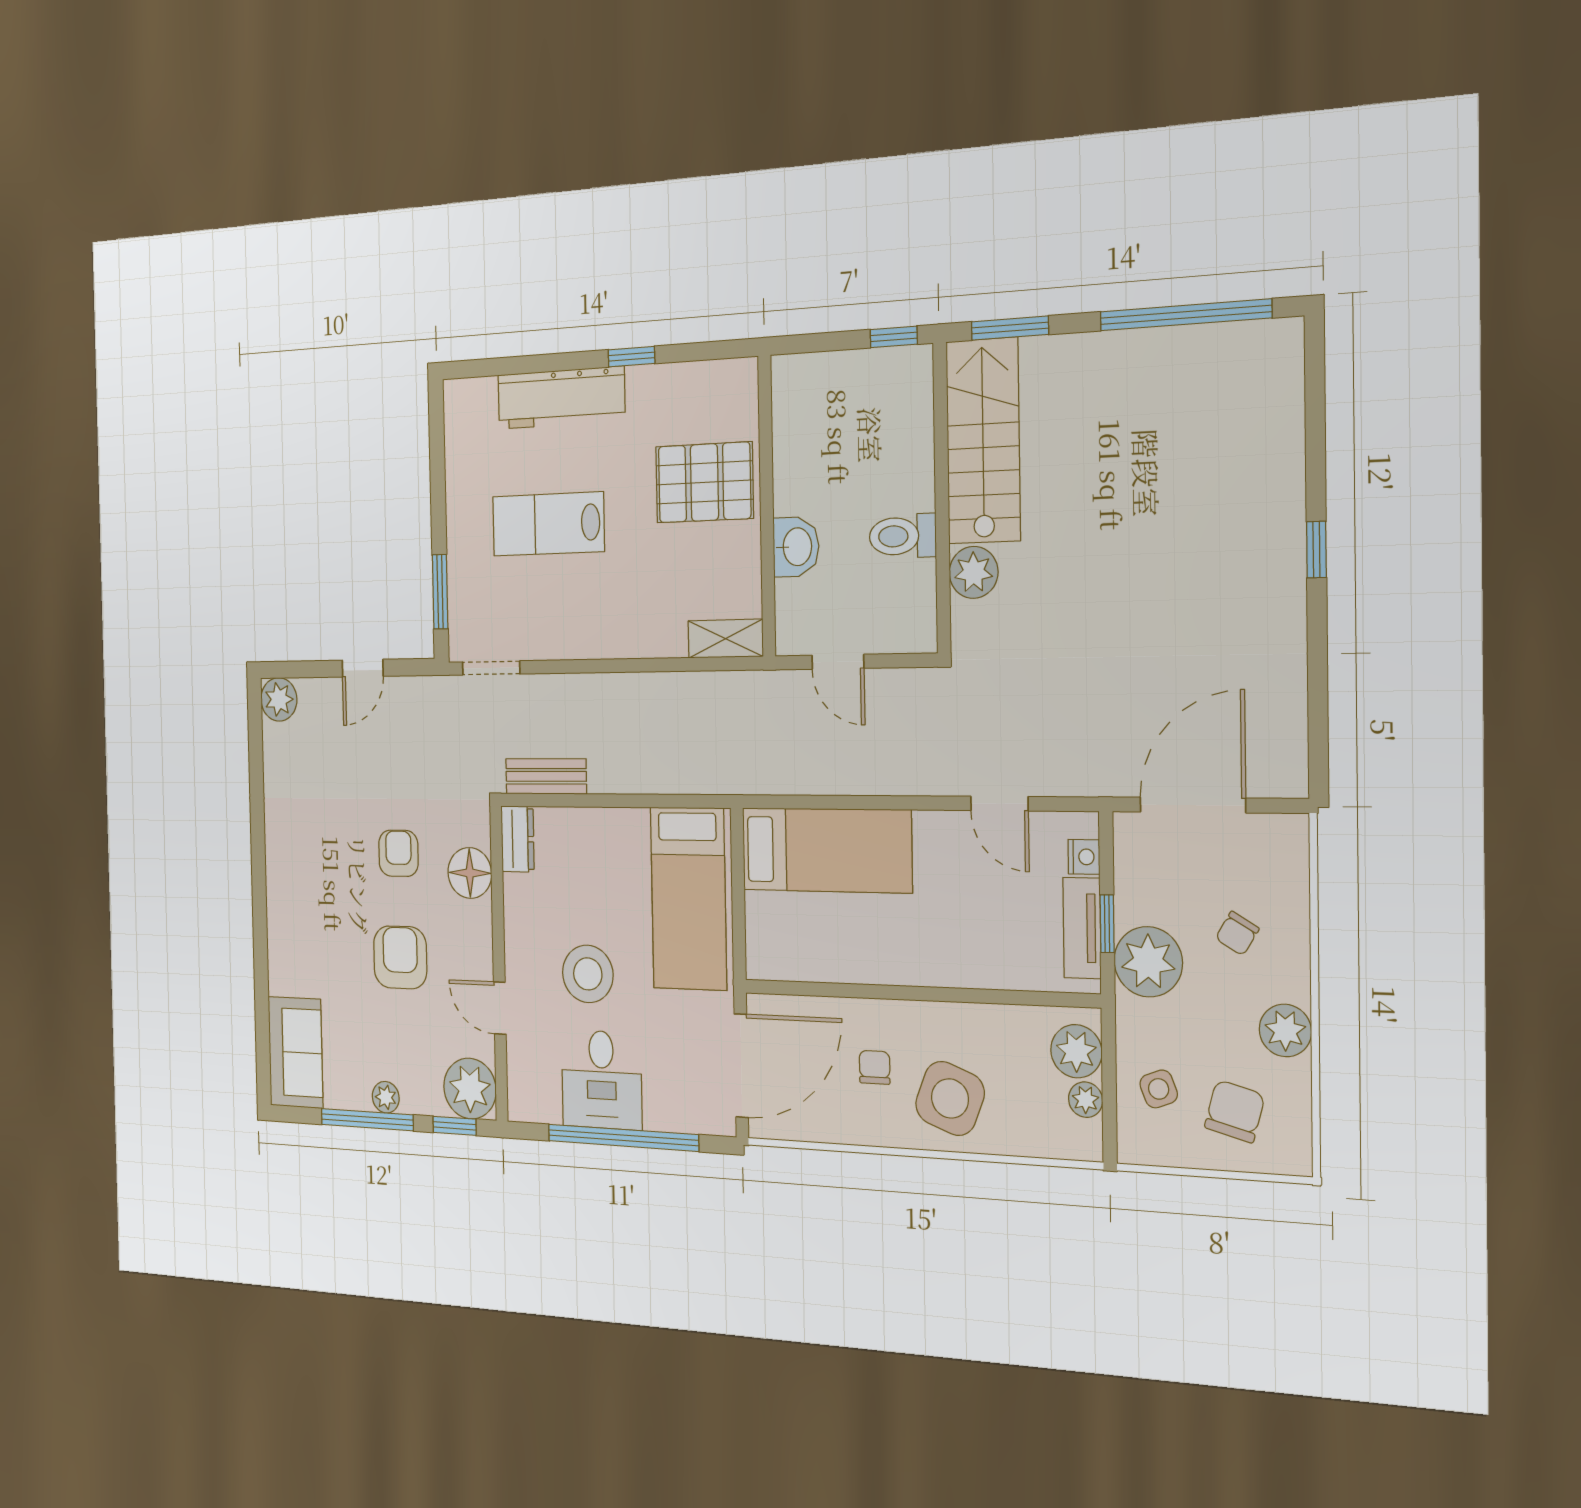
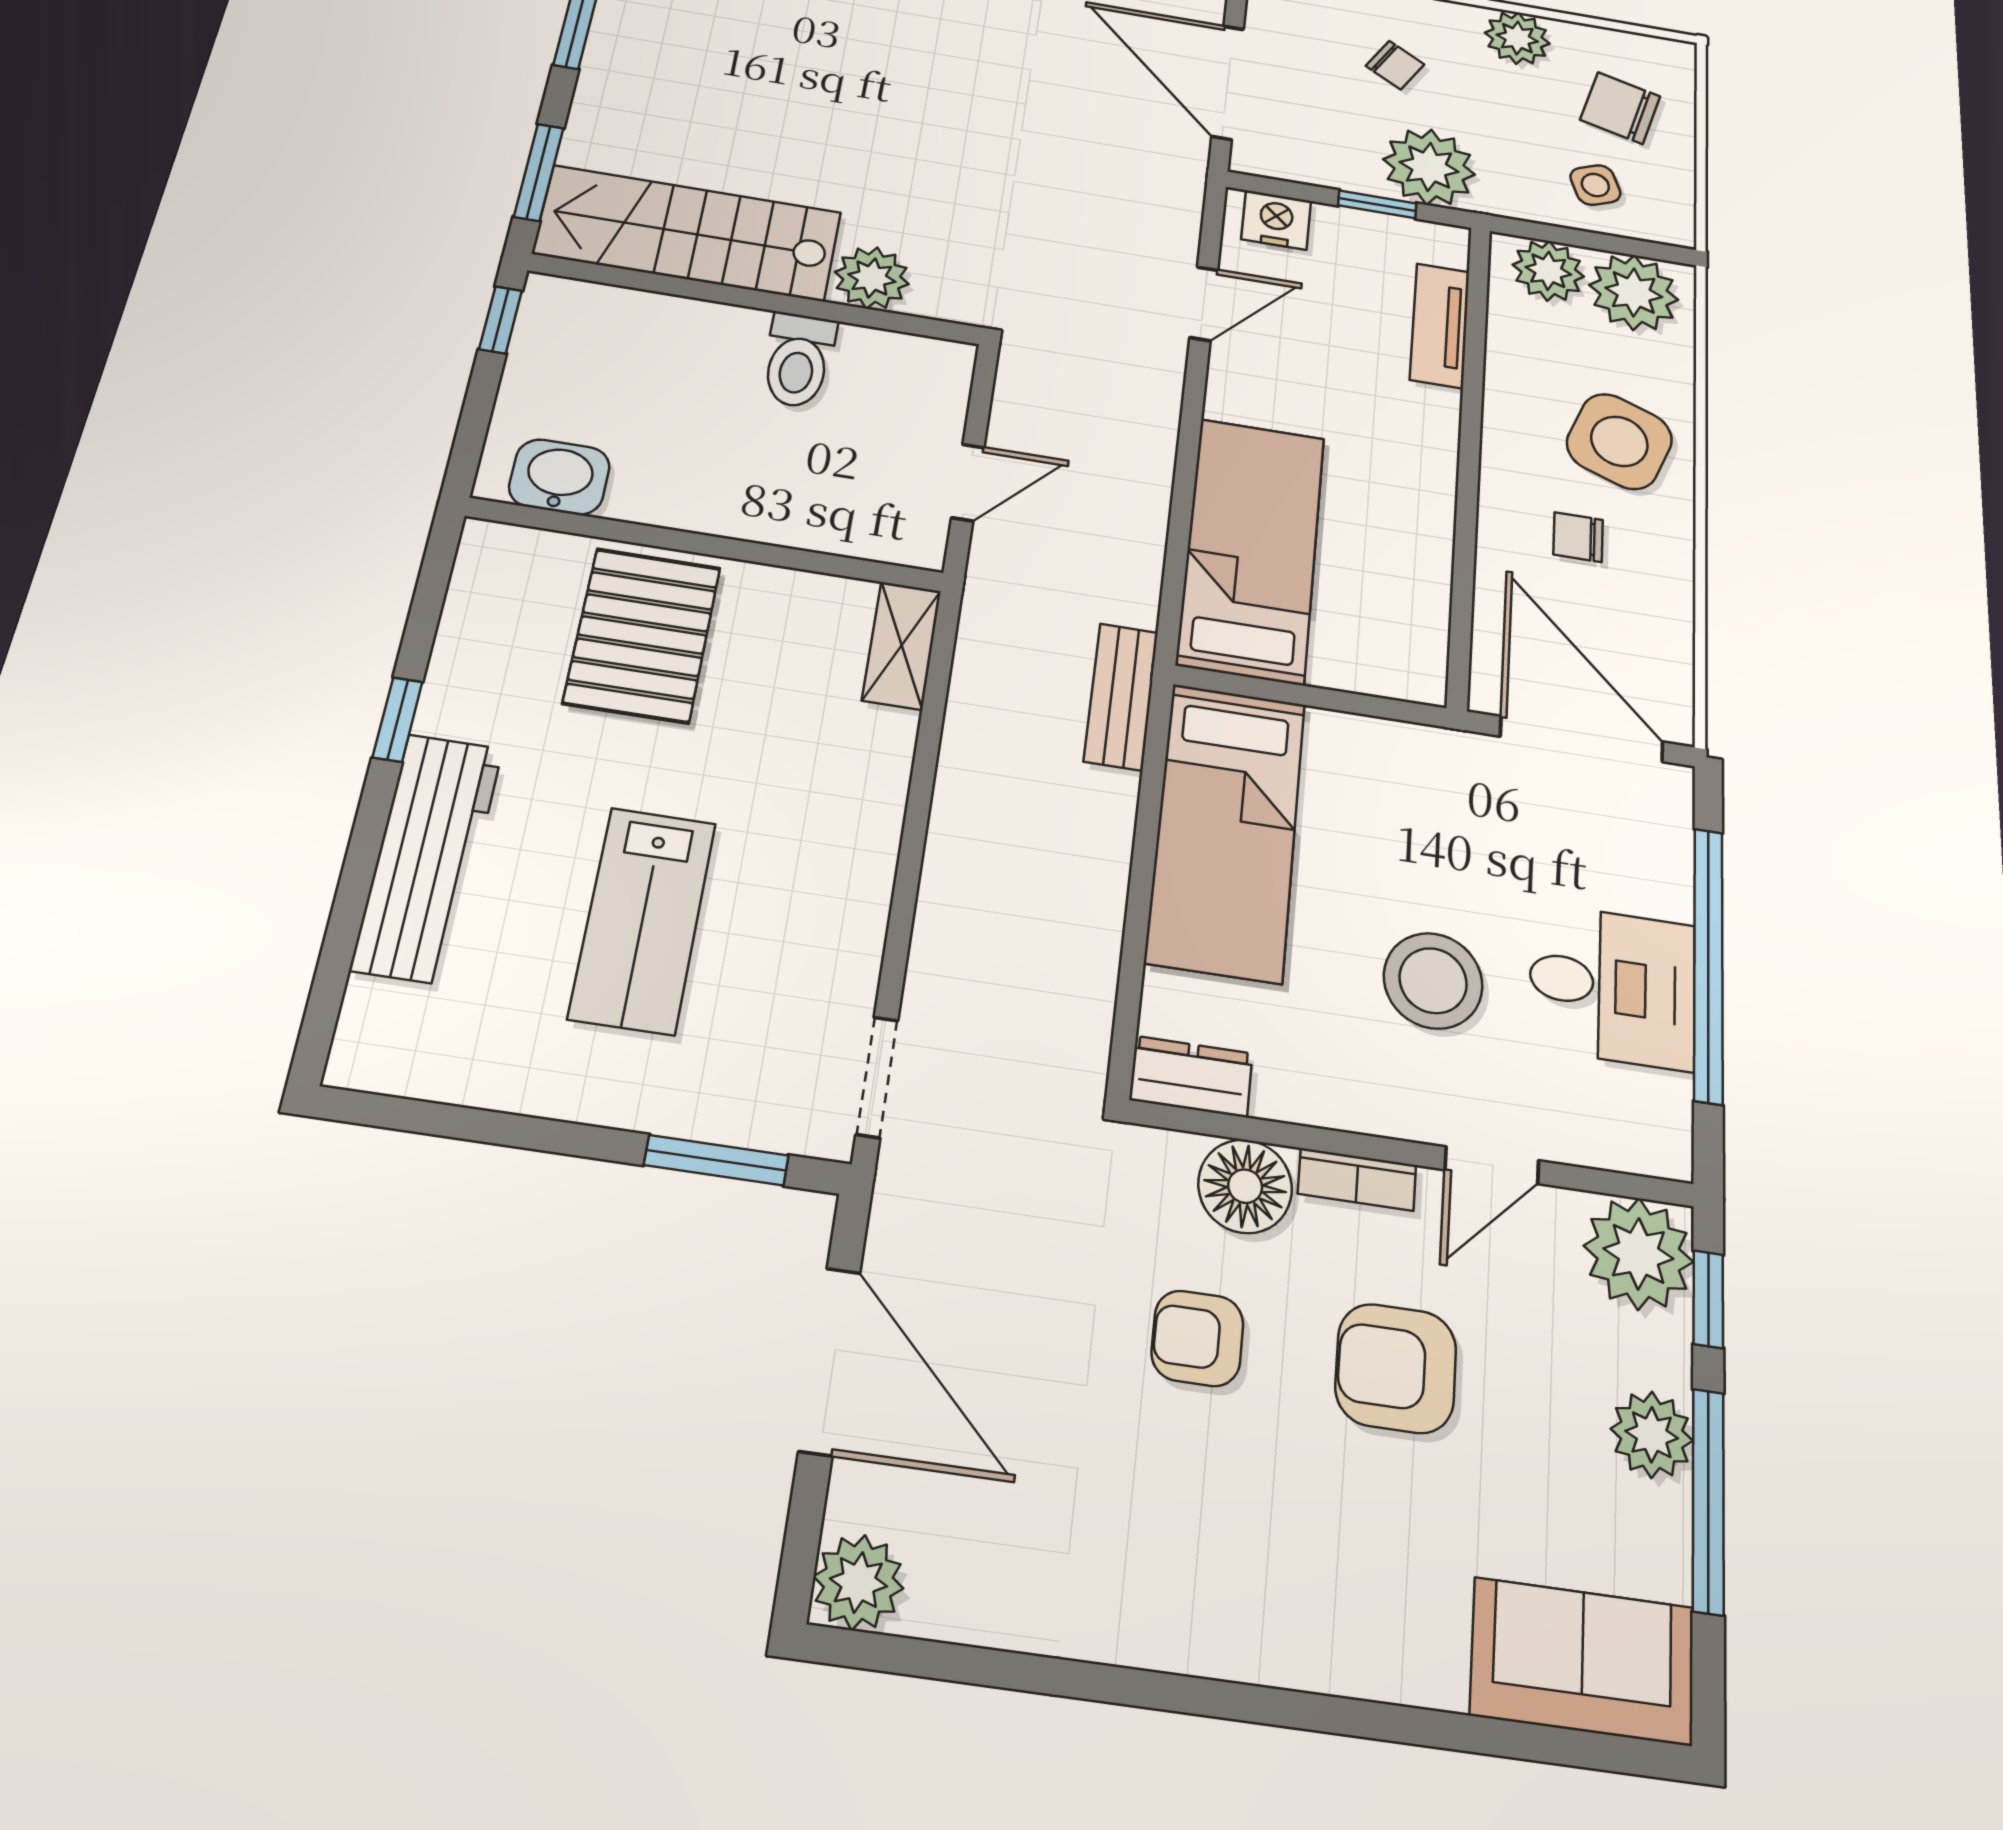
washbasin: (796, 547) -> (559, 477), moved
door: (363, 668) -> (830, 1361), width x1.87
bench: (546, 776) -> (1121, 696), moved
nightstand: (1084, 857) -> (1276, 220), width x1.39, depth x1.35
bed: (688, 898) -> (1226, 831), moved, turned 90
tv unit: (1082, 928) -> (1440, 325), moved, turned 90
bookcase: (482, 934) -> (1357, 1179), added
plant: (386, 1097) -> (1652, 1435), width x1.38, depth x1.38
plant: (1086, 1100) -> (1634, 292), width x1.88, depth x1.88

